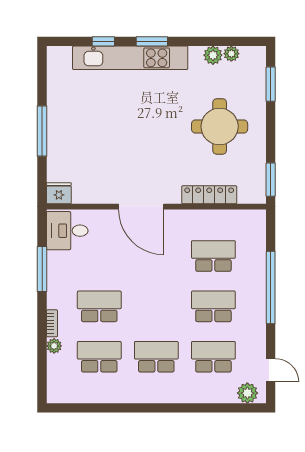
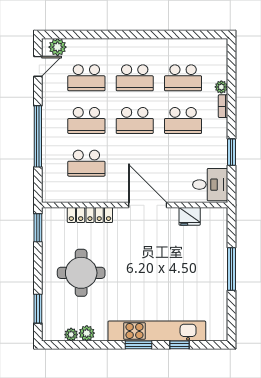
fridge: (59, 193) -> (190, 216), moved
window: (42, 269) -> (232, 152), width x0.69
school desk: (156, 306) -> (135, 120), added
door: (271, 370) -> (38, 66), swing flipped

